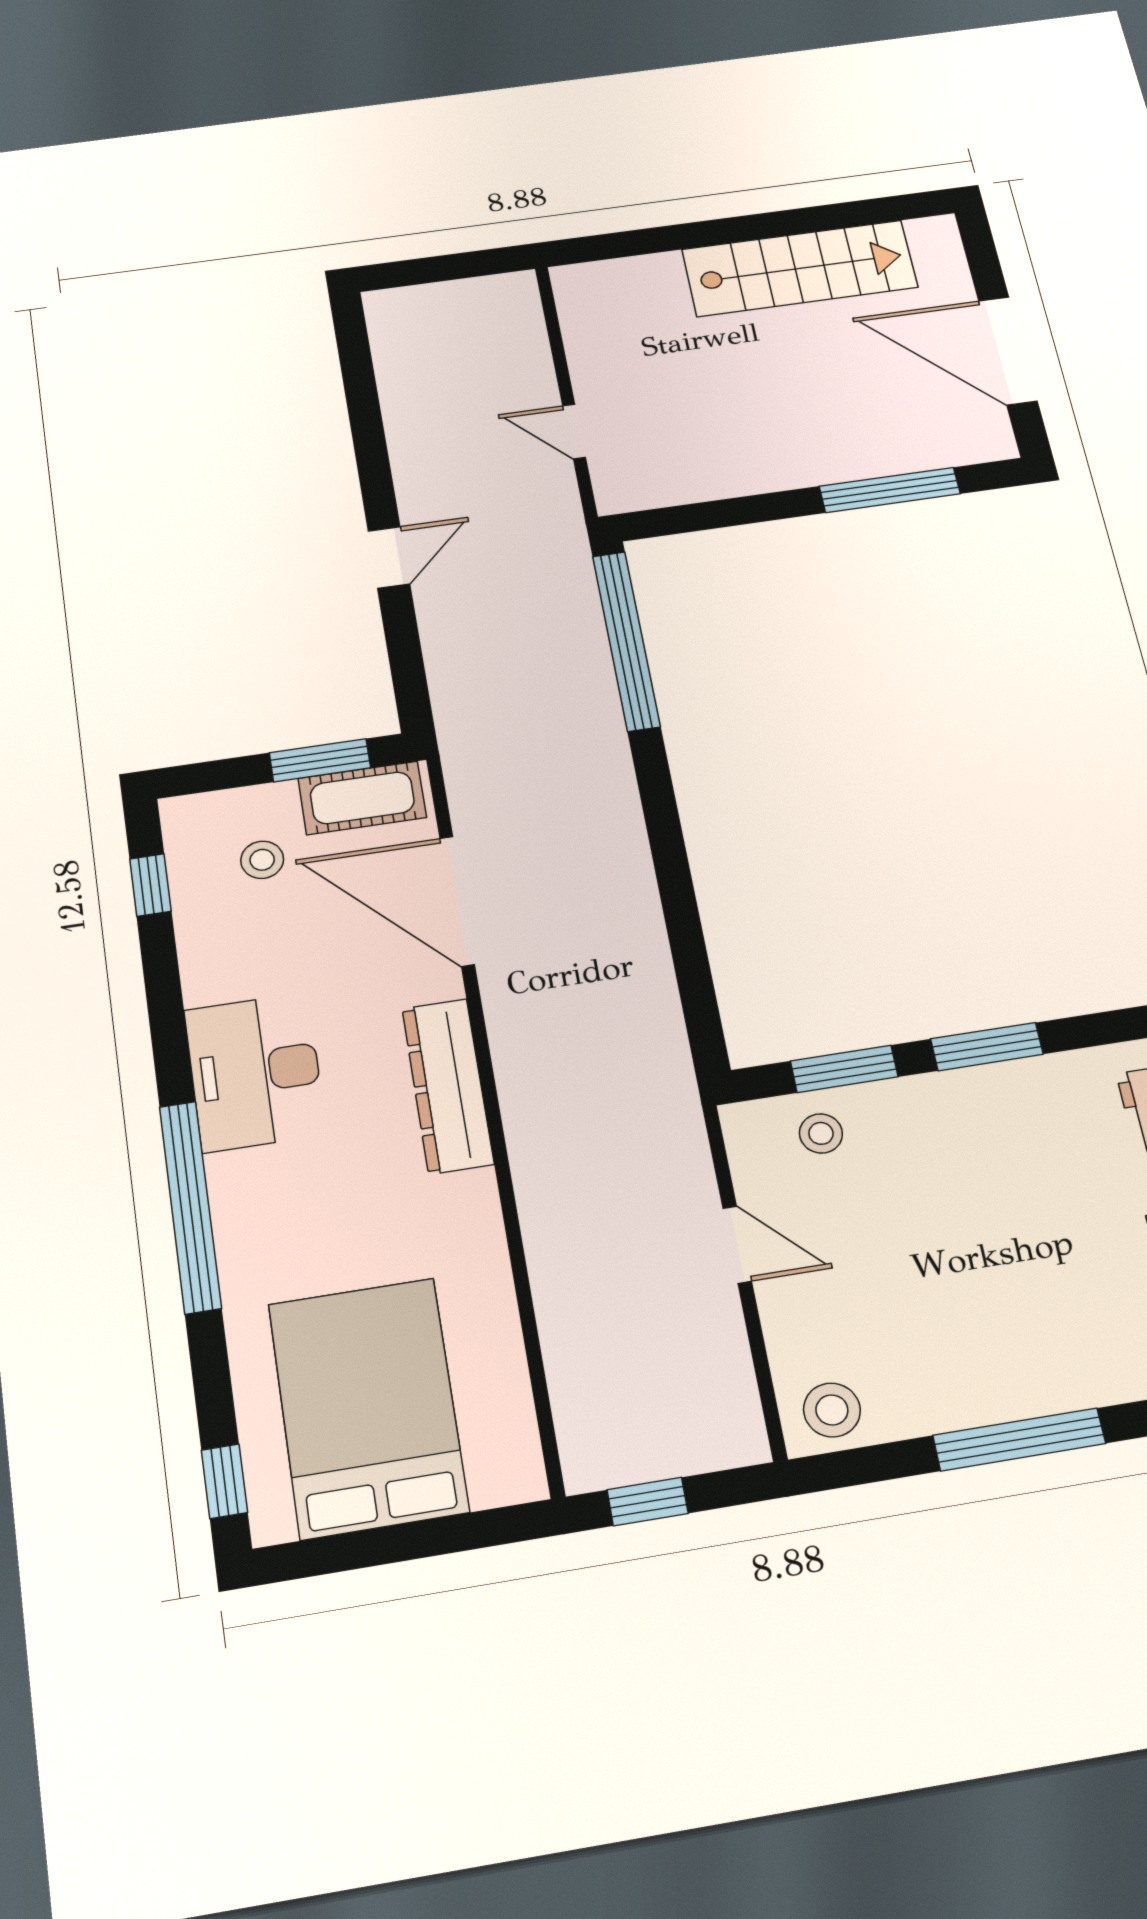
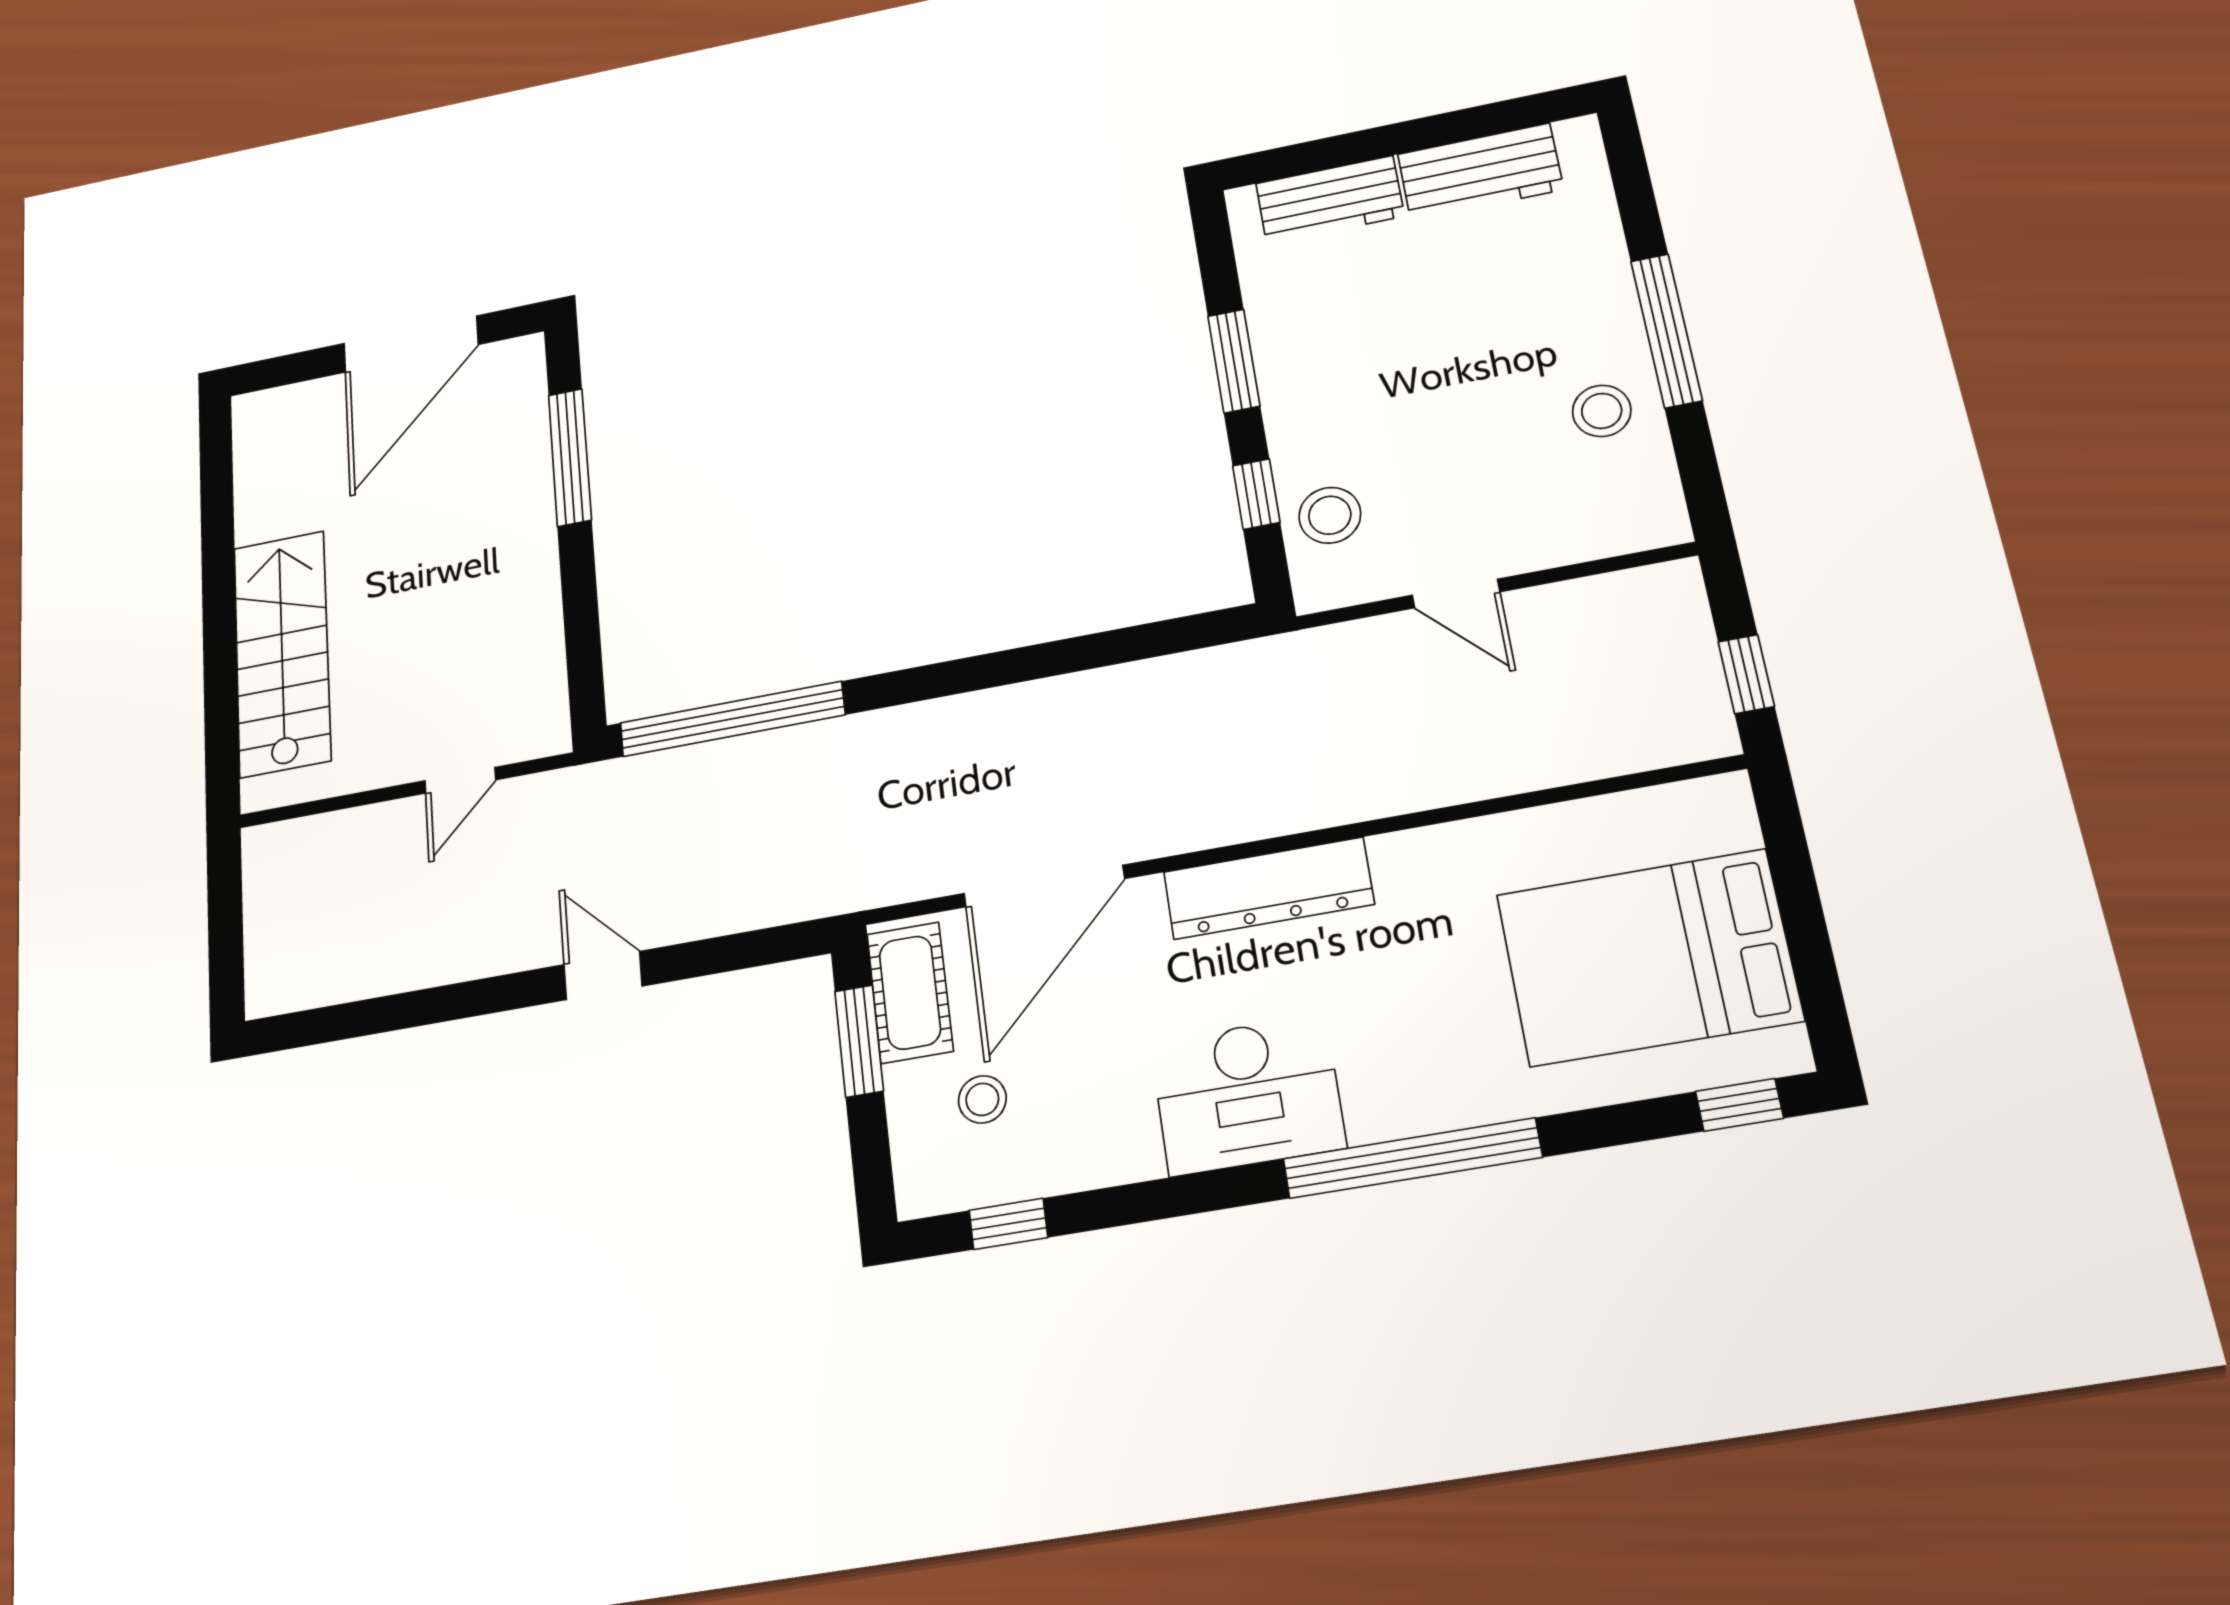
stairs: (800, 268) -> (282, 653), moved
window: (844, 1069) -> (1256, 494), width x0.67
stool: (821, 1133) -> (1330, 515), width x1.37, depth x1.37
door: (737, 1245) -> (1456, 593), swing flipped
stool: (832, 1410) -> (1602, 411), moved

